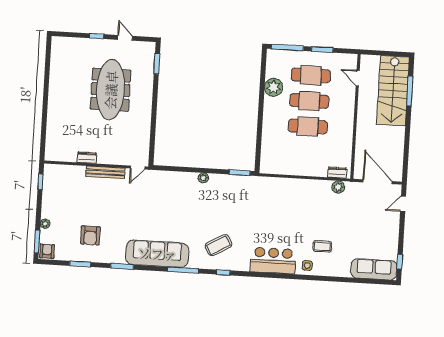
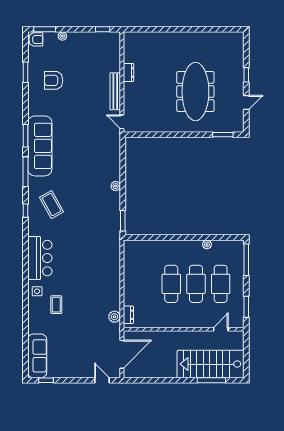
window: (322, 50) -> (246, 307), moved
plant: (274, 87) -> (207, 245), width x0.53, depth x0.53
meeting table: (111, 90) -> (195, 92), turned 90
window: (122, 266) -> (26, 136), moved

